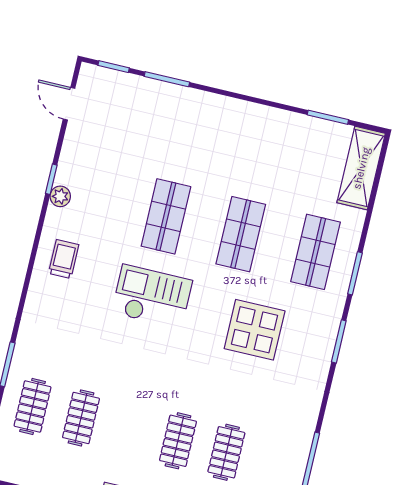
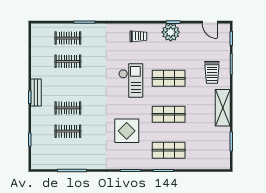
door: (69, 104) -> (210, 22), swing flipped
trolley: (175, 124) -> (212, 72), added
shelving: (361, 168) -> (223, 108), moved, turned 90
plant: (60, 196) -> (171, 32), width x1.88, depth x1.88

